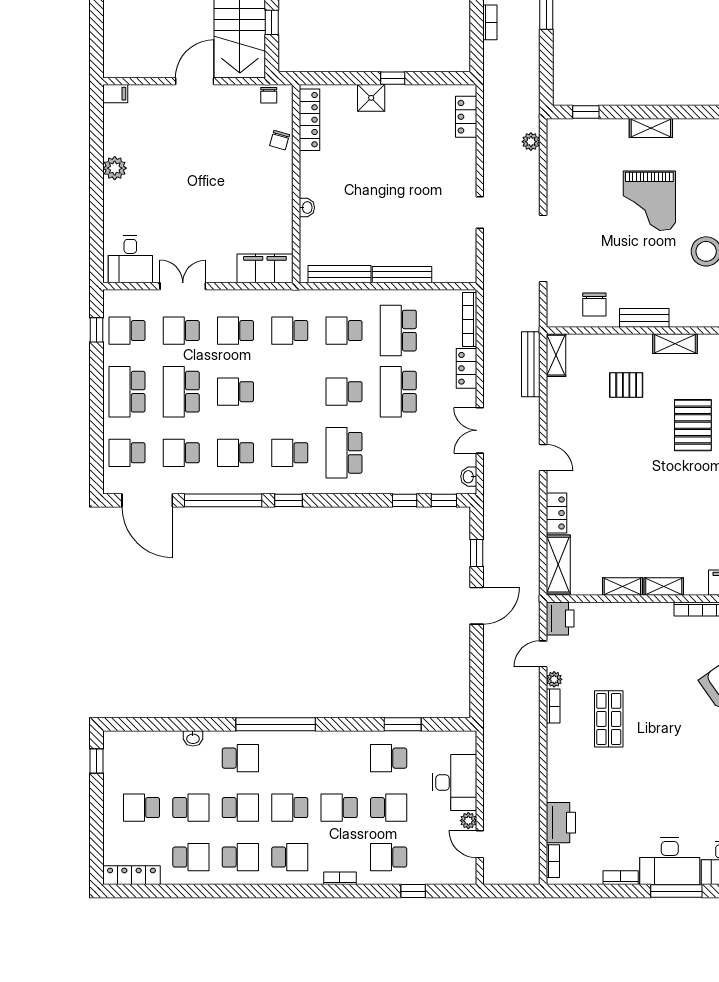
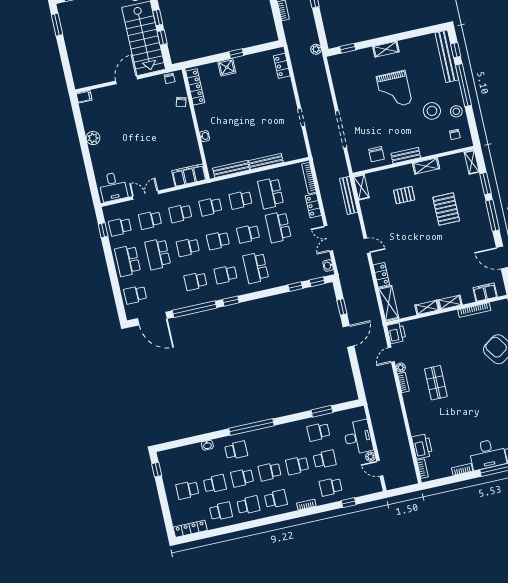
plant: (531, 142) -> (316, 49), moved
school desk: (181, 453) -> (218, 241), moved
school desk: (240, 808) -> (242, 478), turned 180

